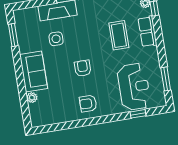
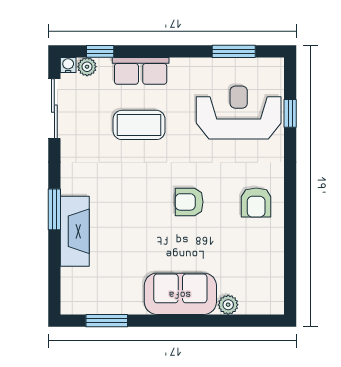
side table: (56, 39) -> (127, 242), removed

